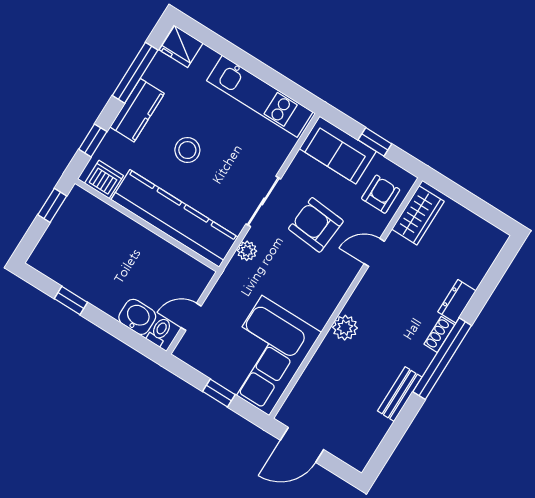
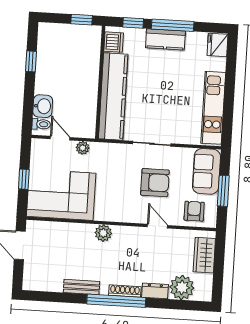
window: (135, 73) -> (173, 25), moved
window: (375, 142) -> (223, 191), width x1.50
stool: (187, 150) -> (158, 82), removed
armchair: (381, 194) -> (194, 211), turned -90
wardrobe: (418, 215) -> (204, 255), moved, turned 90
armchair: (316, 225) -> (155, 183), turned 85
plant: (247, 251) -> (83, 148), moved
plant: (471, 264) -> (182, 287), added
shoe rack: (439, 334) -> (125, 291), width x1.43

